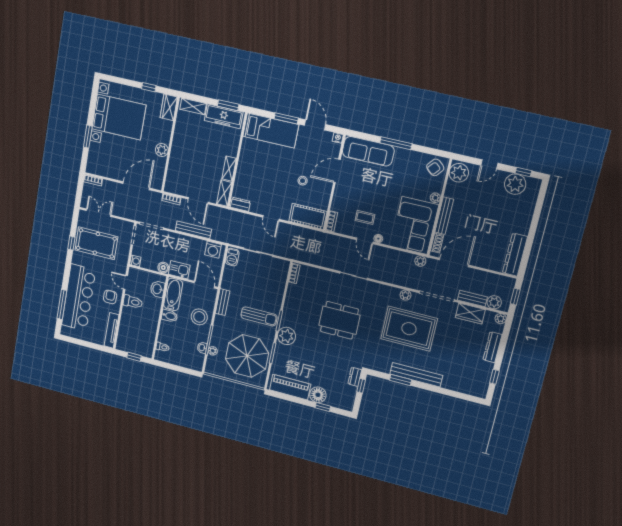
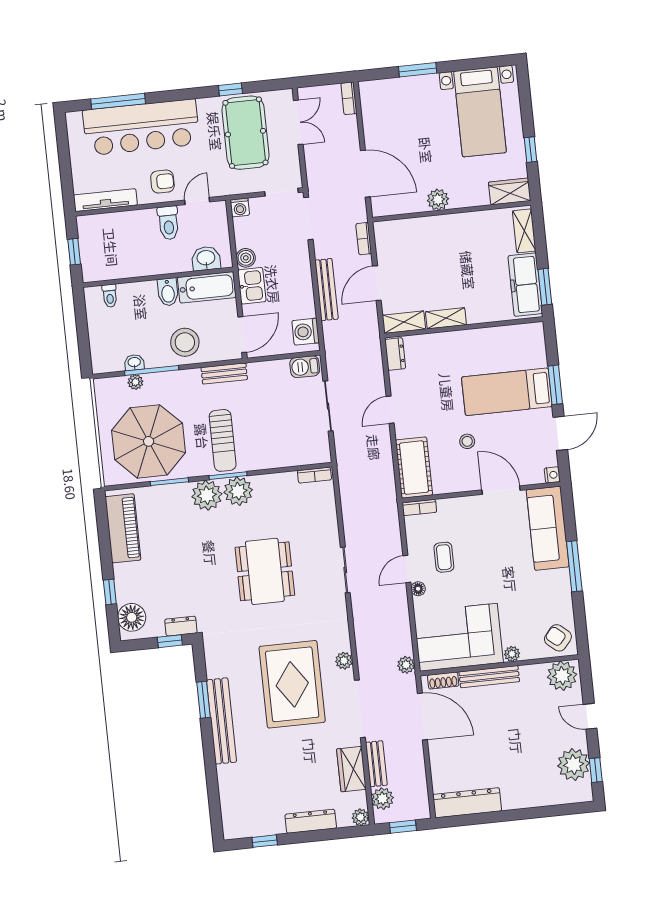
bed with nightstands: (119, 117) -> (480, 112), width x0.73
bed: (271, 130) -> (507, 392), moved, turned 90
plant: (290, 318) -> (238, 491), added
floor lamp: (318, 395) -> (132, 617), moved

